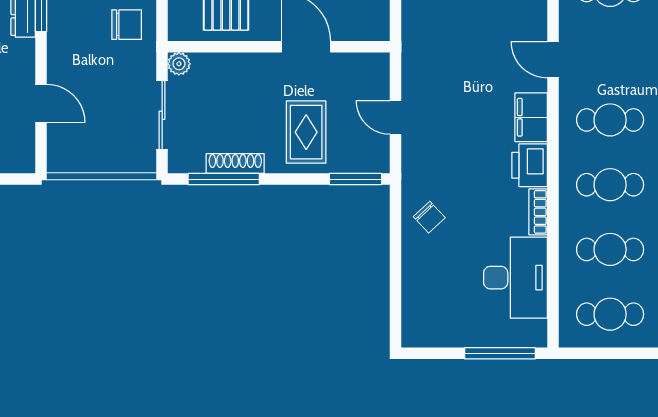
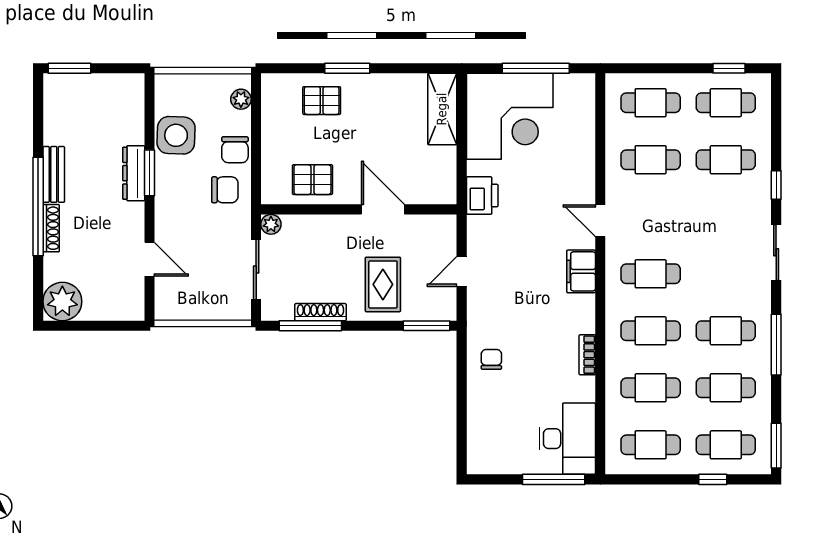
door: (395, 117) -> (462, 272), hinge flipped
printer: (530, 165) -> (482, 196), moved, turned 180
chair: (429, 217) -> (491, 359), turned -137
desk: (515, 278) -> (567, 439), moved

